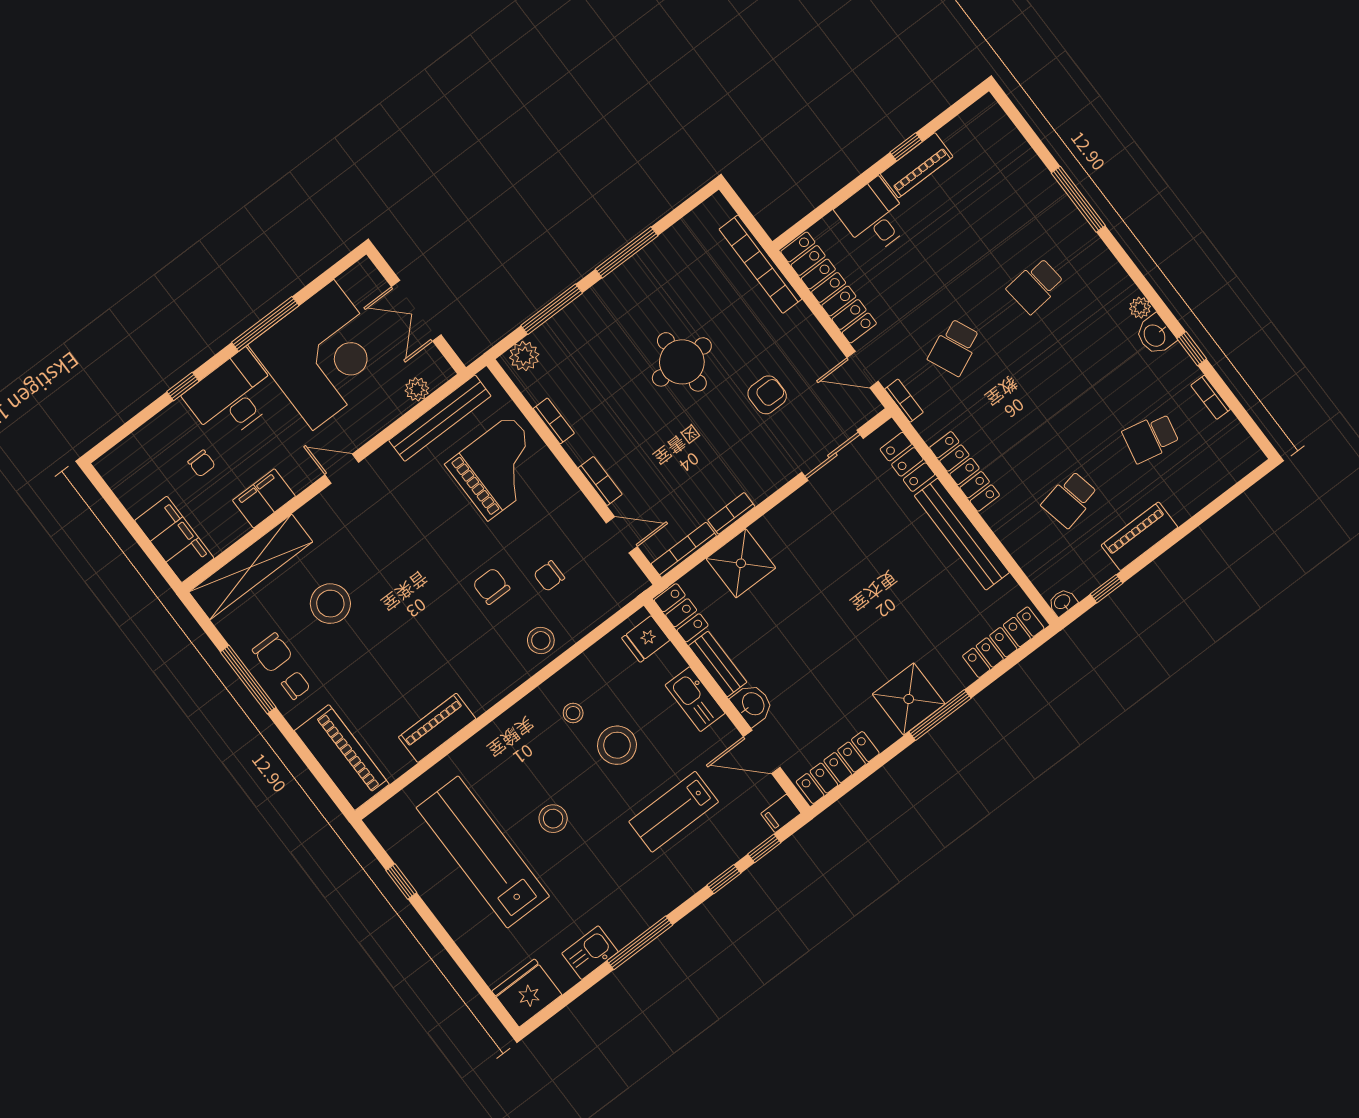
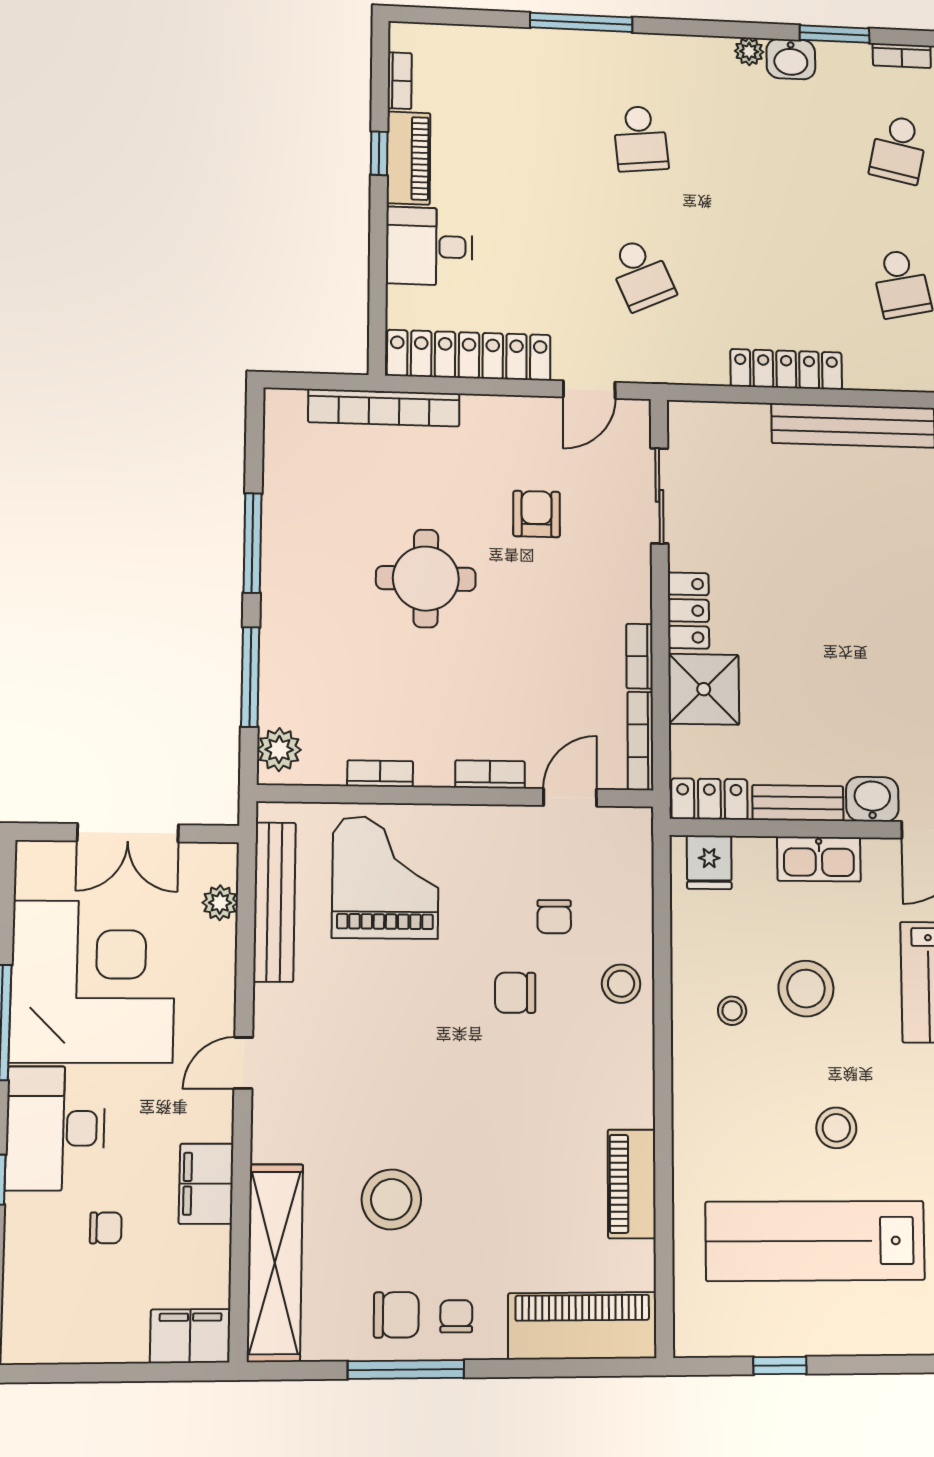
window: (1192, 349) -> (835, 34), width x1.50
bookcase: (904, 401) -> (400, 81), moved, turned 90
locker: (907, 462) -> (688, 611), moved, turned -90
filing cabinet: (174, 539) -> (190, 1336), width x0.67, depth x0.86

